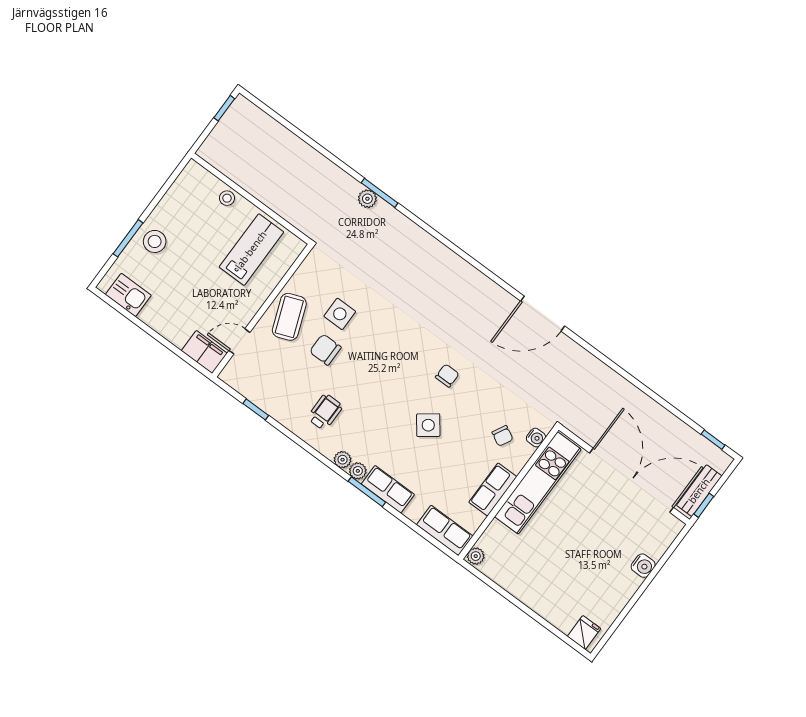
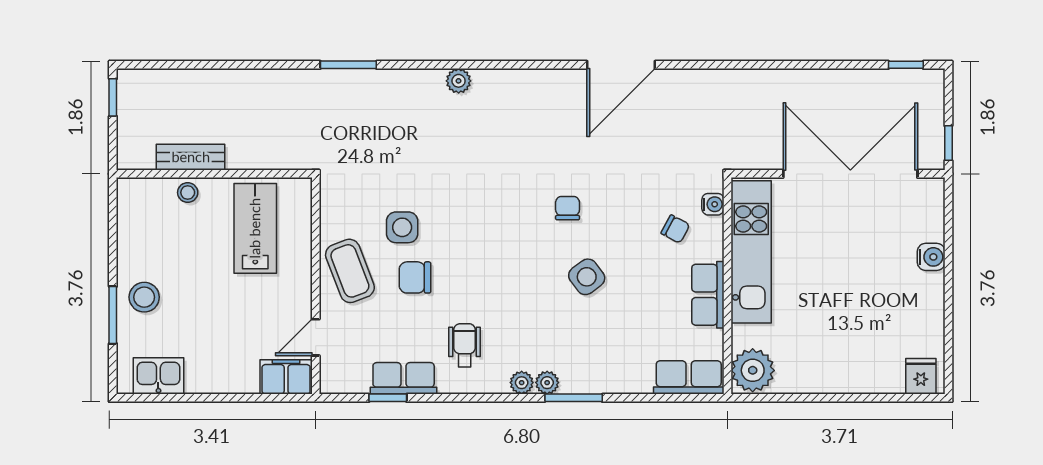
plant: (367, 199) -> (459, 81), moved
row of seats: (388, 489) -> (404, 378), moved
bench: (699, 491) -> (191, 157), moved, turned 90
plant: (476, 556) -> (753, 370), width x1.88, depth x1.88

